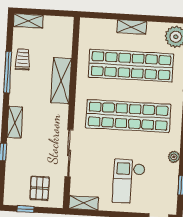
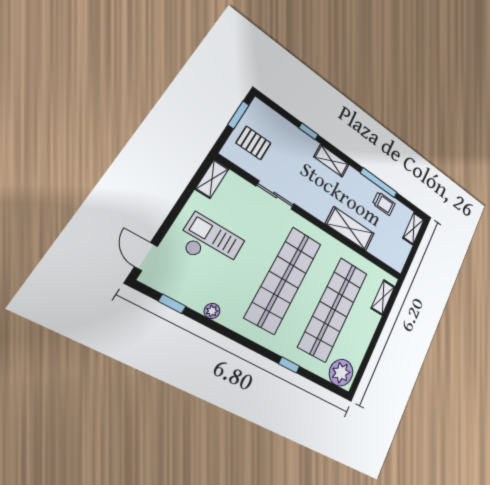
shelving: (132, 27) -> (383, 297), moved
sliding door: (69, 153) -> (275, 195), width x0.73
window: (26, 209) -> (238, 115), width x1.50

